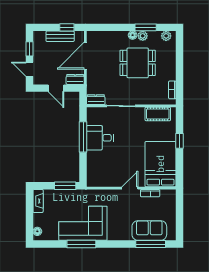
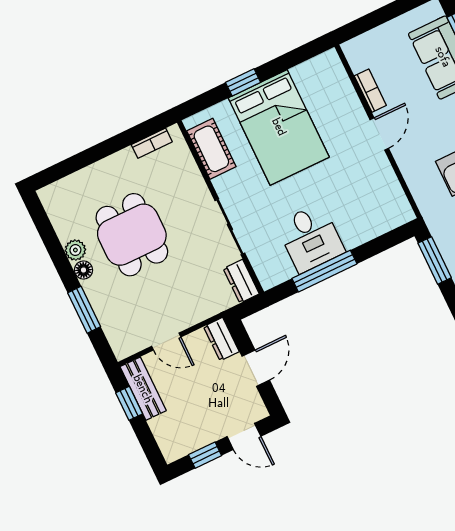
window: (146, 27) -> (84, 310), moved
bench: (60, 36) -> (143, 389), moved
plant: (166, 36) -> (54, 205), removed
door: (85, 56) -> (166, 342), width x0.53
door: (29, 69) -> (244, 436), hinge flipped
bed: (161, 164) -> (279, 127), moved, turned -90
door: (130, 188) -> (379, 134), swing flipped

